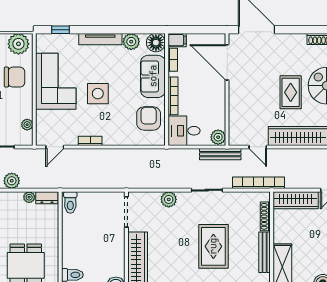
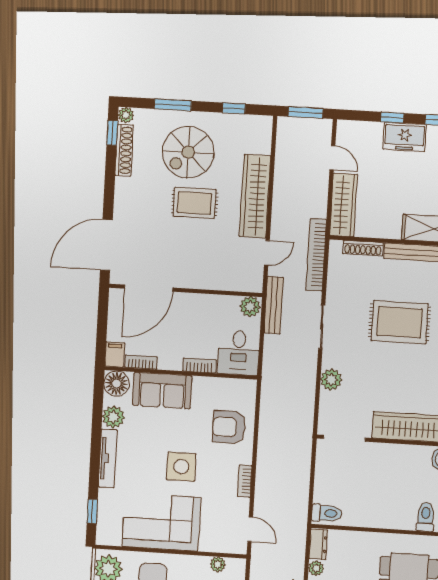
bookcase: (173, 96) -> (199, 366), width x0.64
armchair: (149, 118) -> (229, 427), moved

